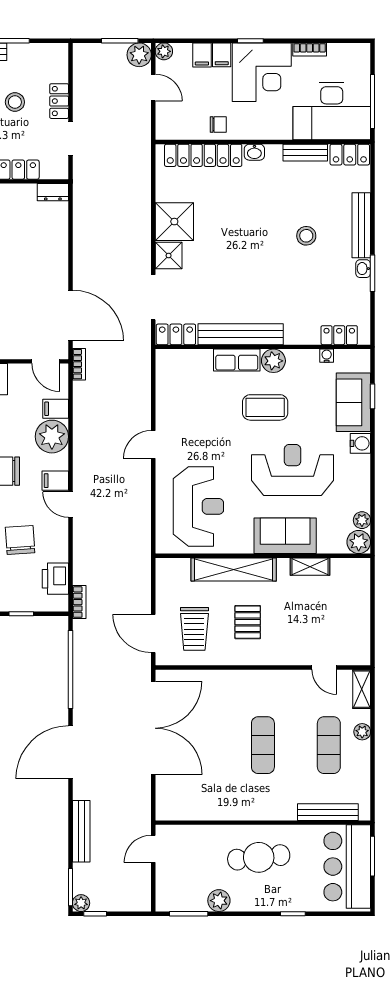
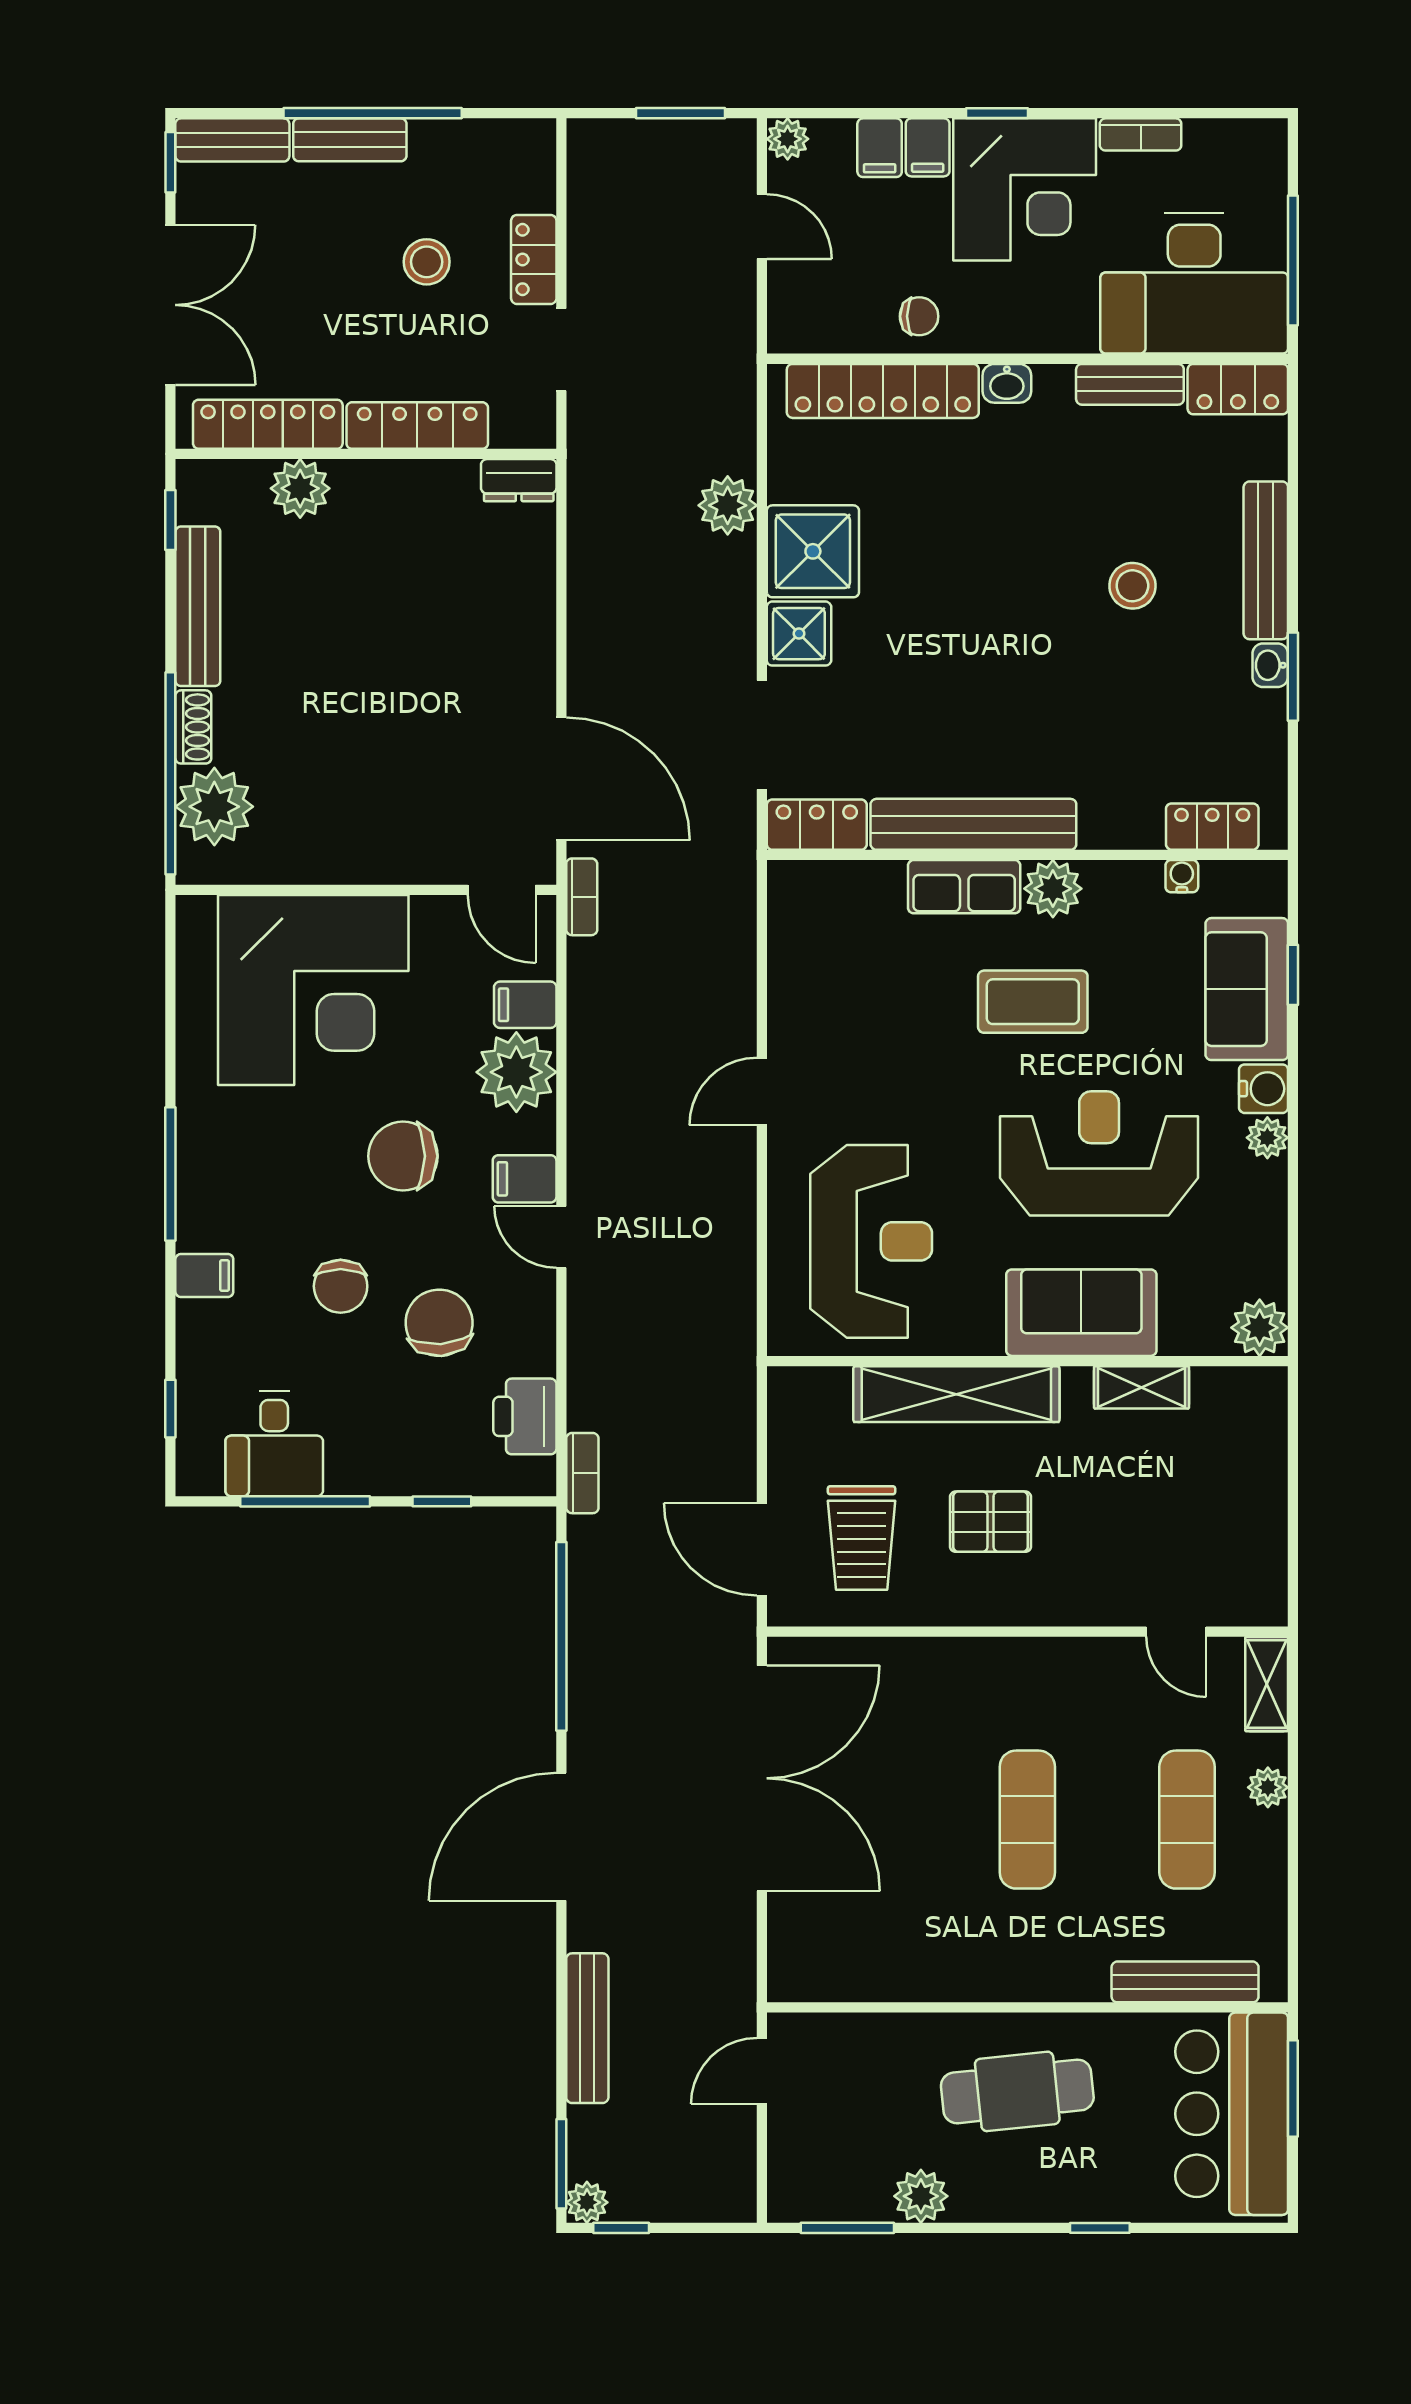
plant: (139, 55) -> (728, 505), moved
plant: (362, 520) -> (1267, 1138), moved
pallet: (248, 622) -> (990, 1522), turned 90

